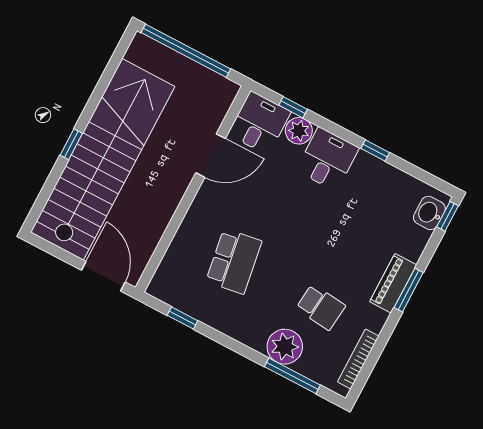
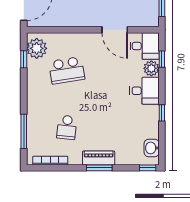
washbasin: (429, 213) -> (152, 148), moved, turned -90
plant: (285, 347) -> (37, 48), moved

